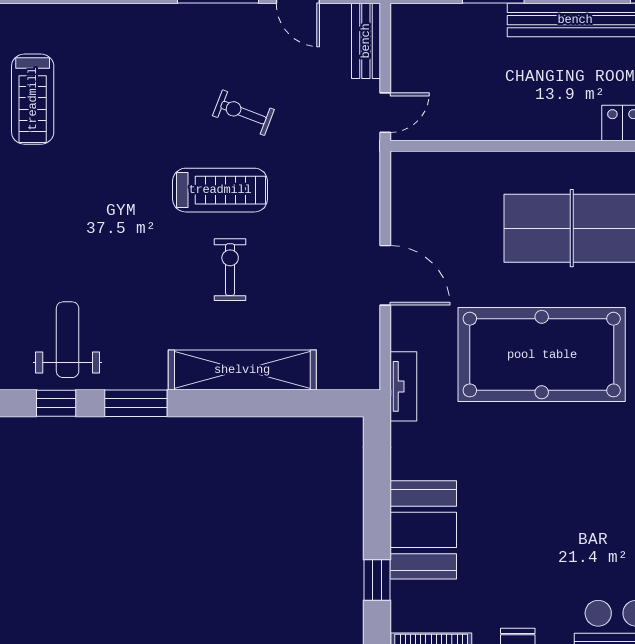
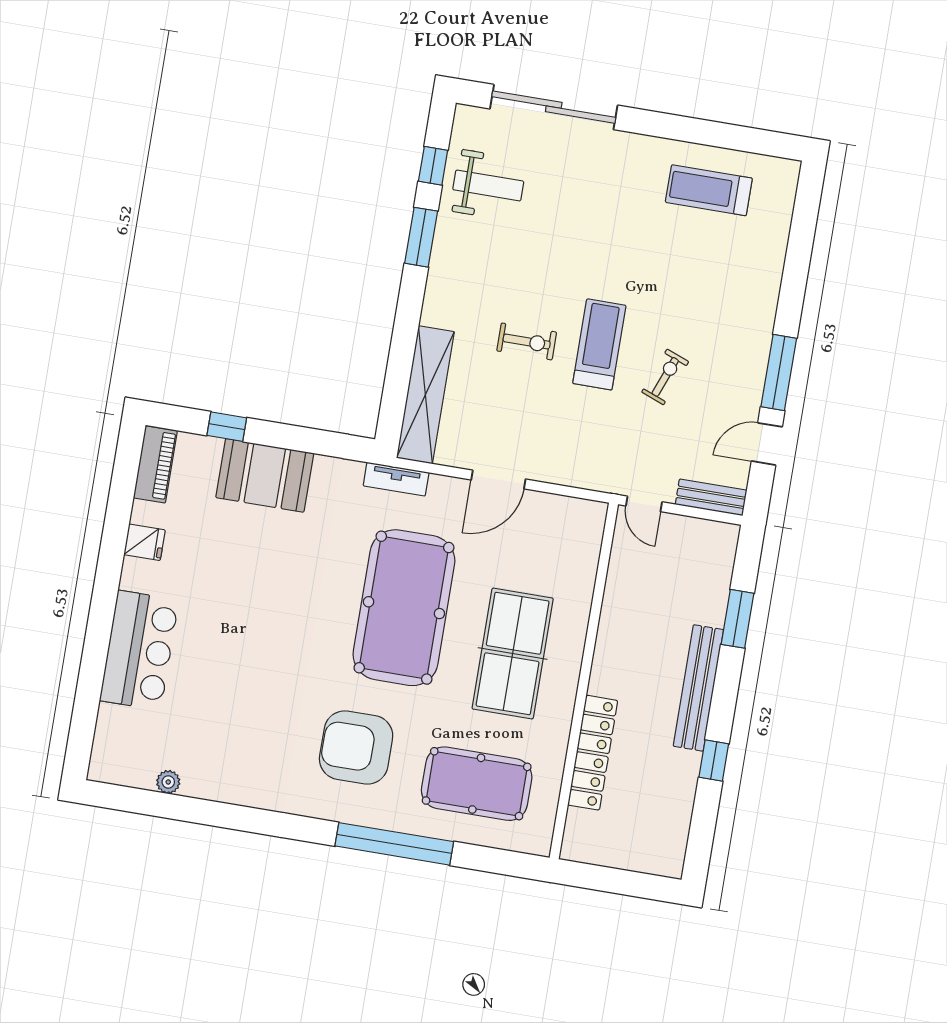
treadmill: (220, 190) -> (599, 344), turned 180
shelving: (242, 370) -> (425, 395), moved

